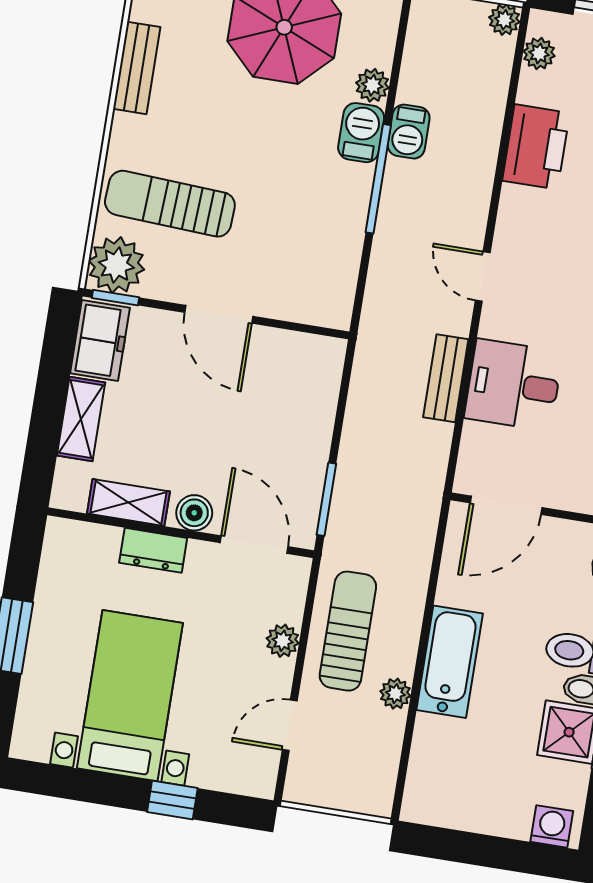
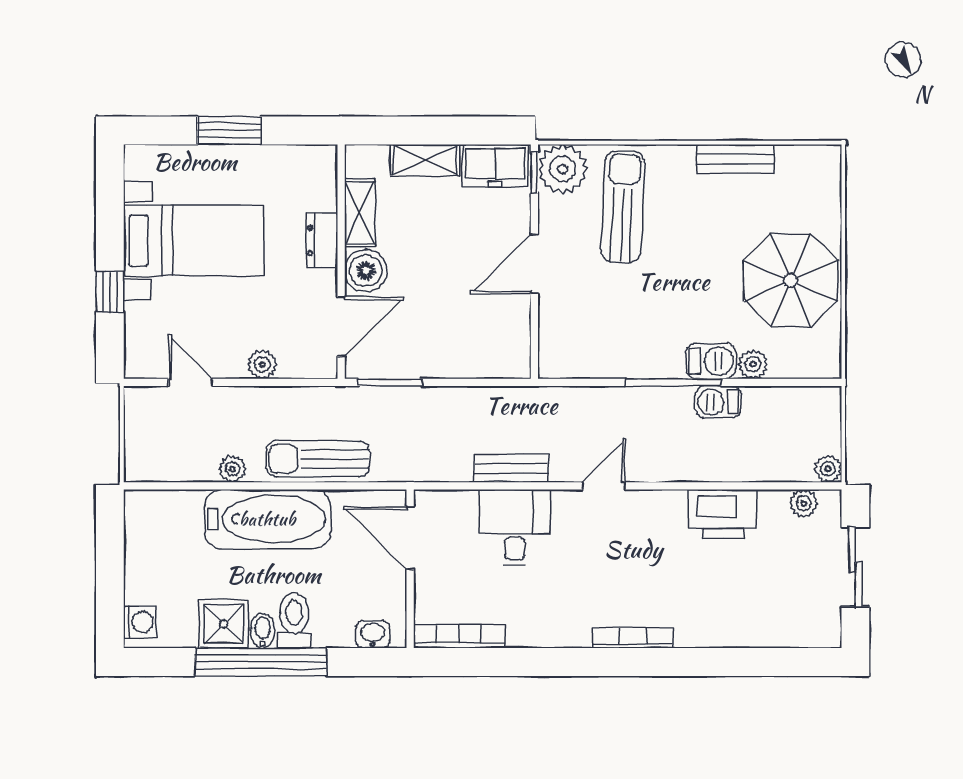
boiler: (194, 513) -> (366, 271), width x1.36, depth x1.36
sun lounger: (348, 631) -> (318, 459), moved, turned 180
bathtub: (450, 662) -> (267, 519), width x1.36, depth x1.36

